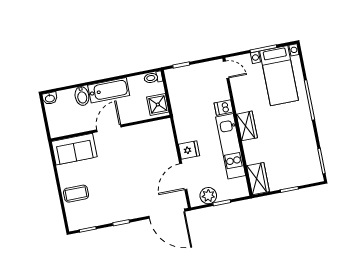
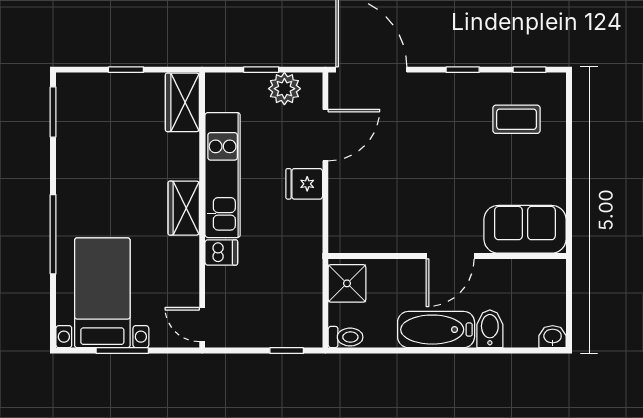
coffee table: (76, 194) -> (517, 119), moved

